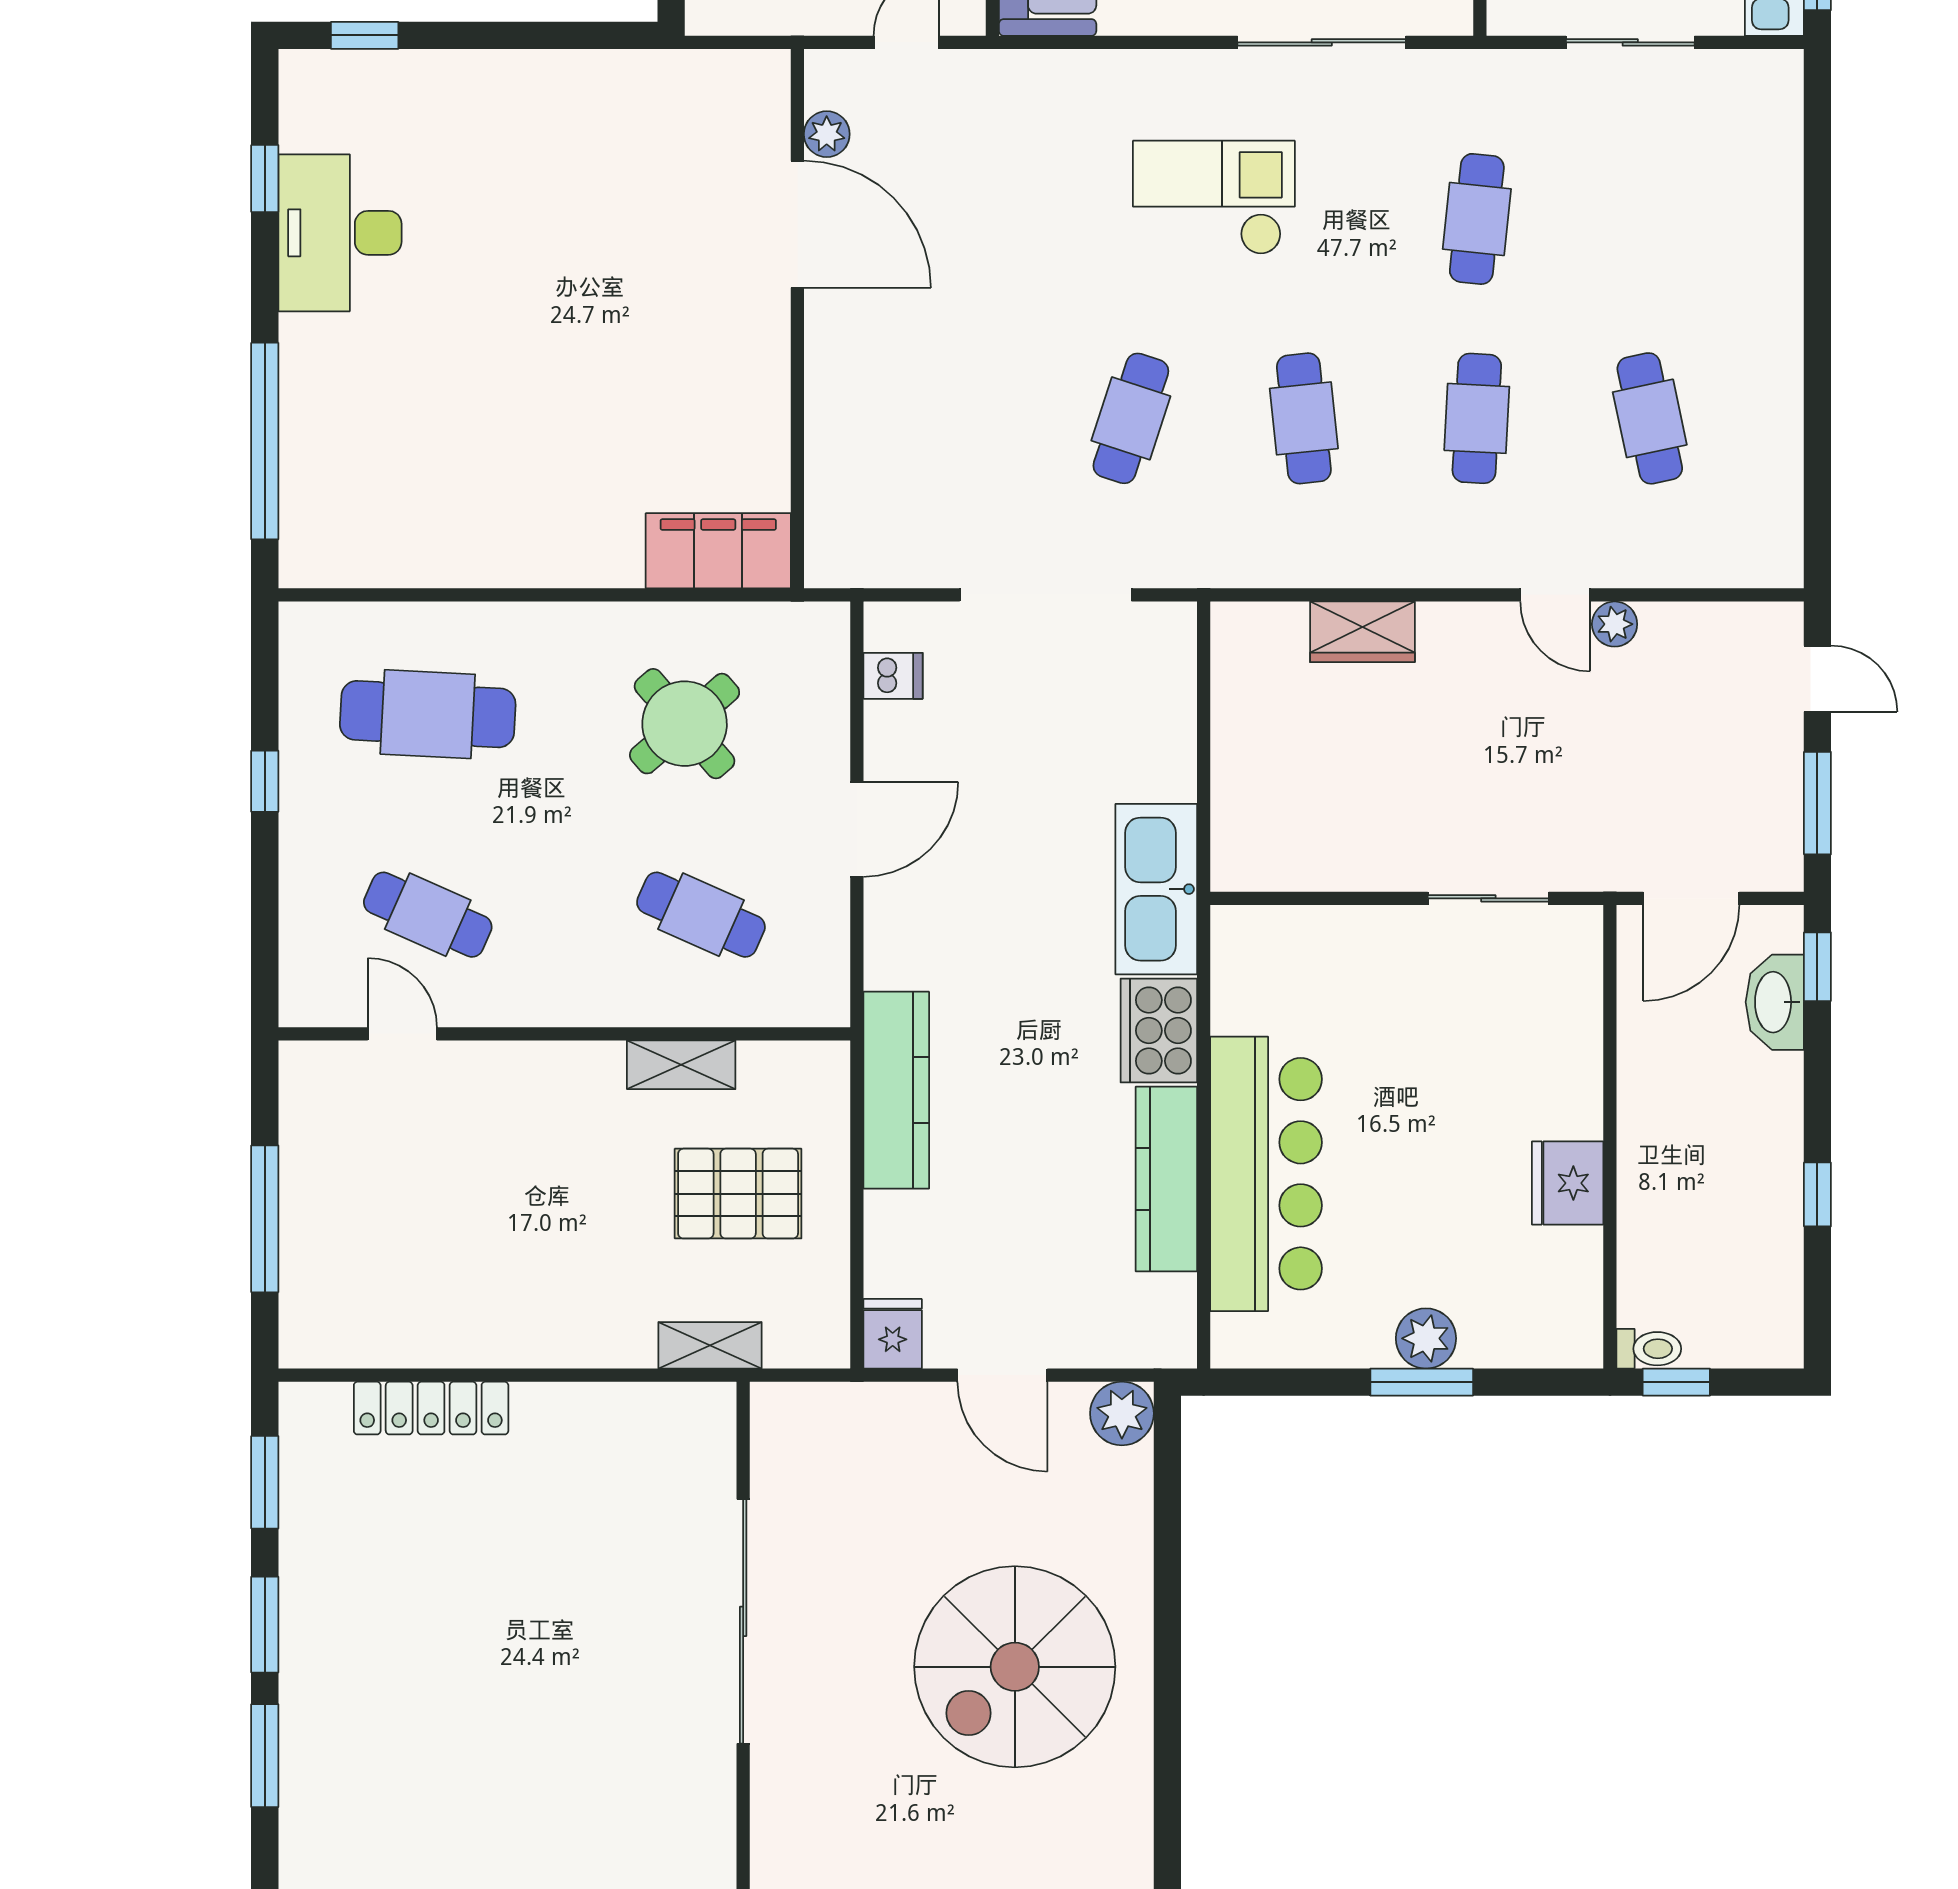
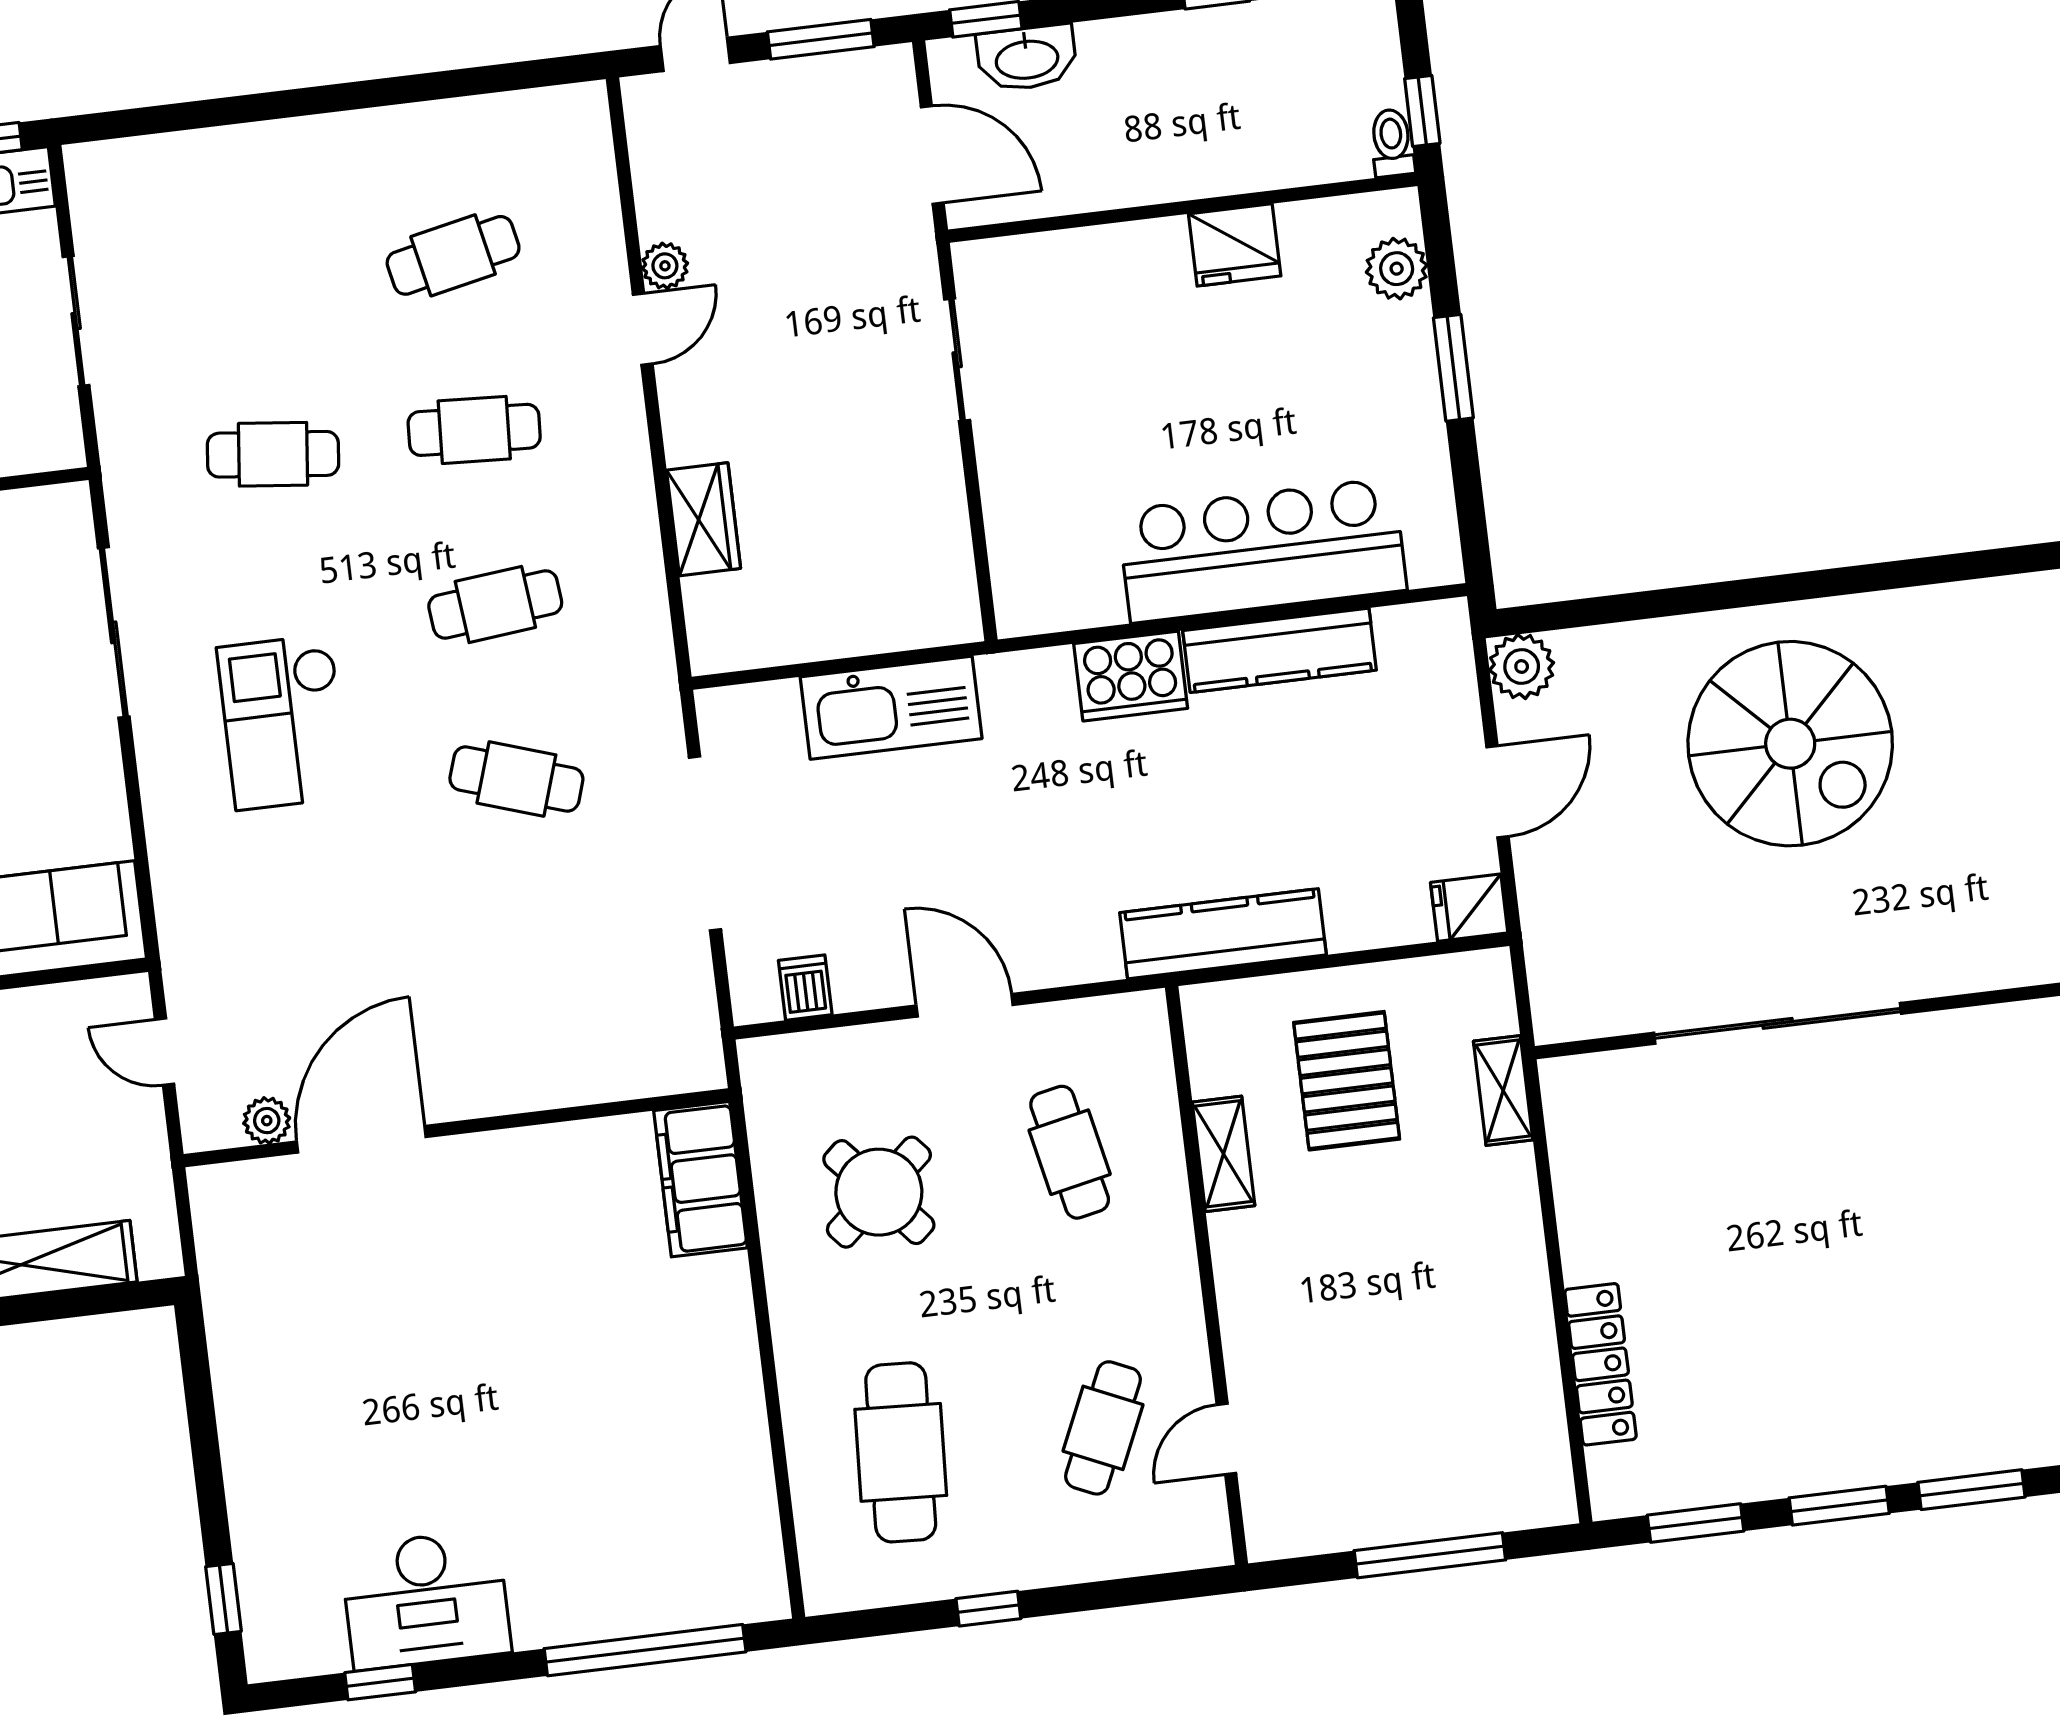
kitchen sink: (1156, 889) -> (891, 708), moved
cafe table: (701, 915) -> (1070, 1152), turned -36
plant: (1426, 1338) -> (1397, 269), moved

